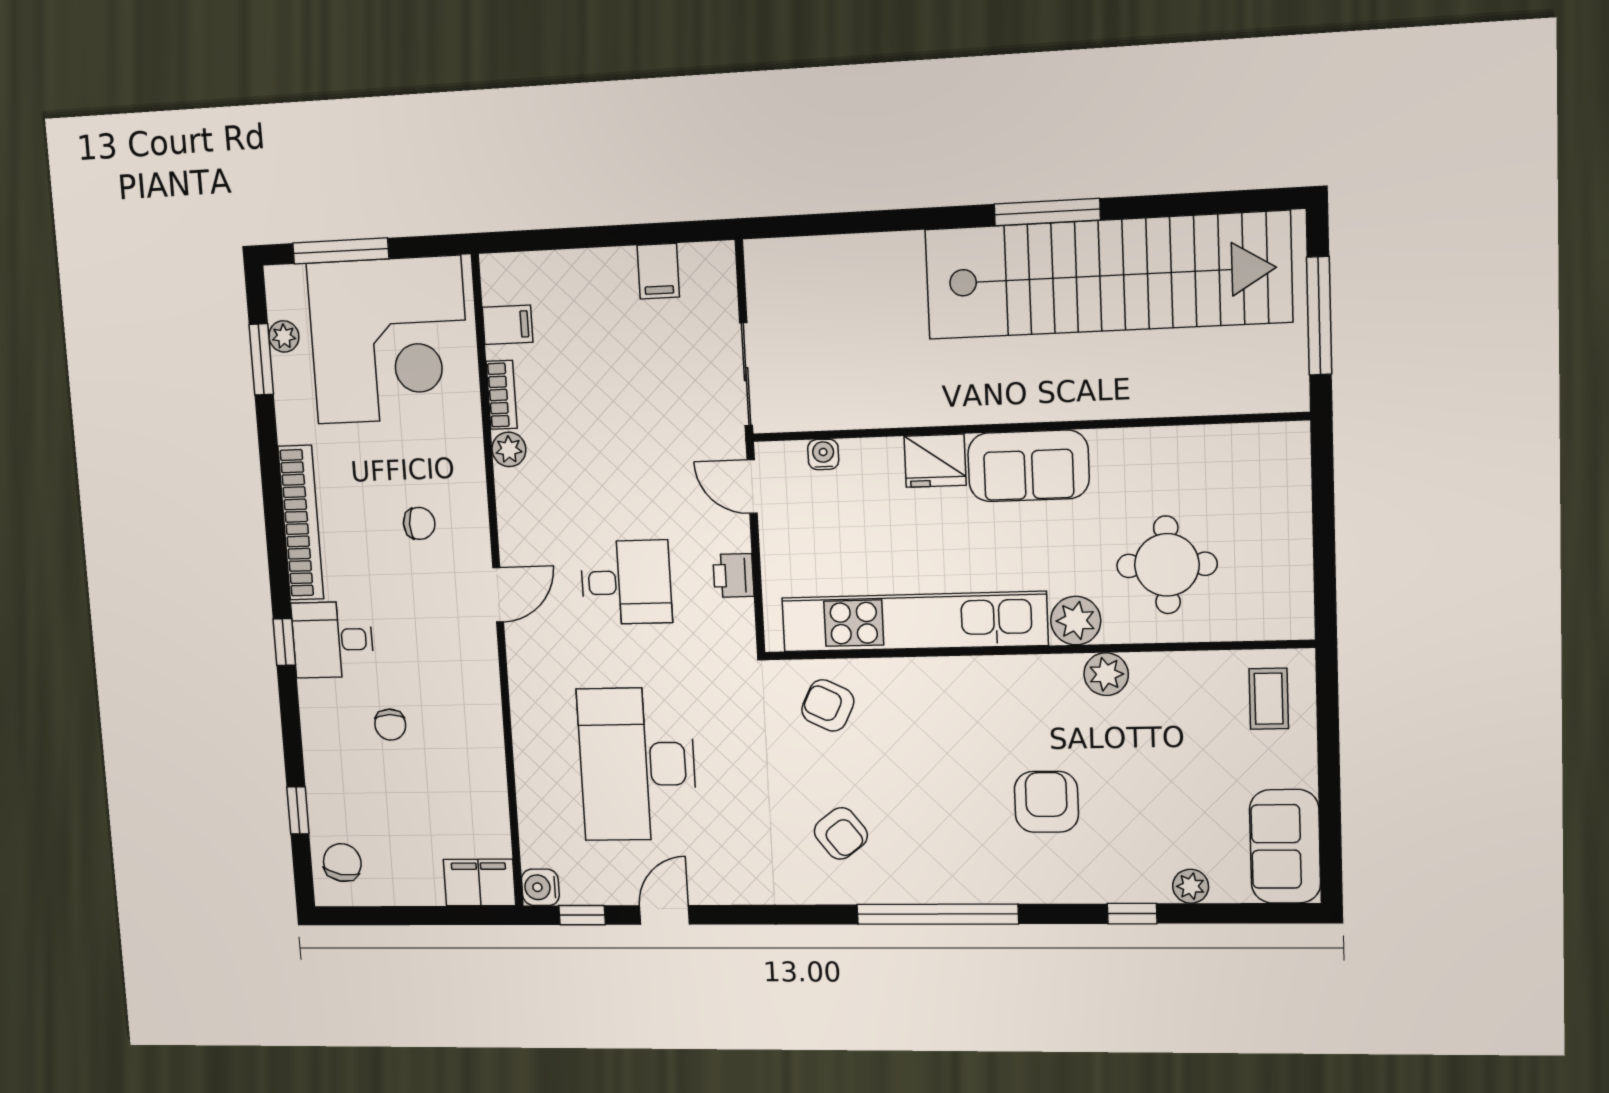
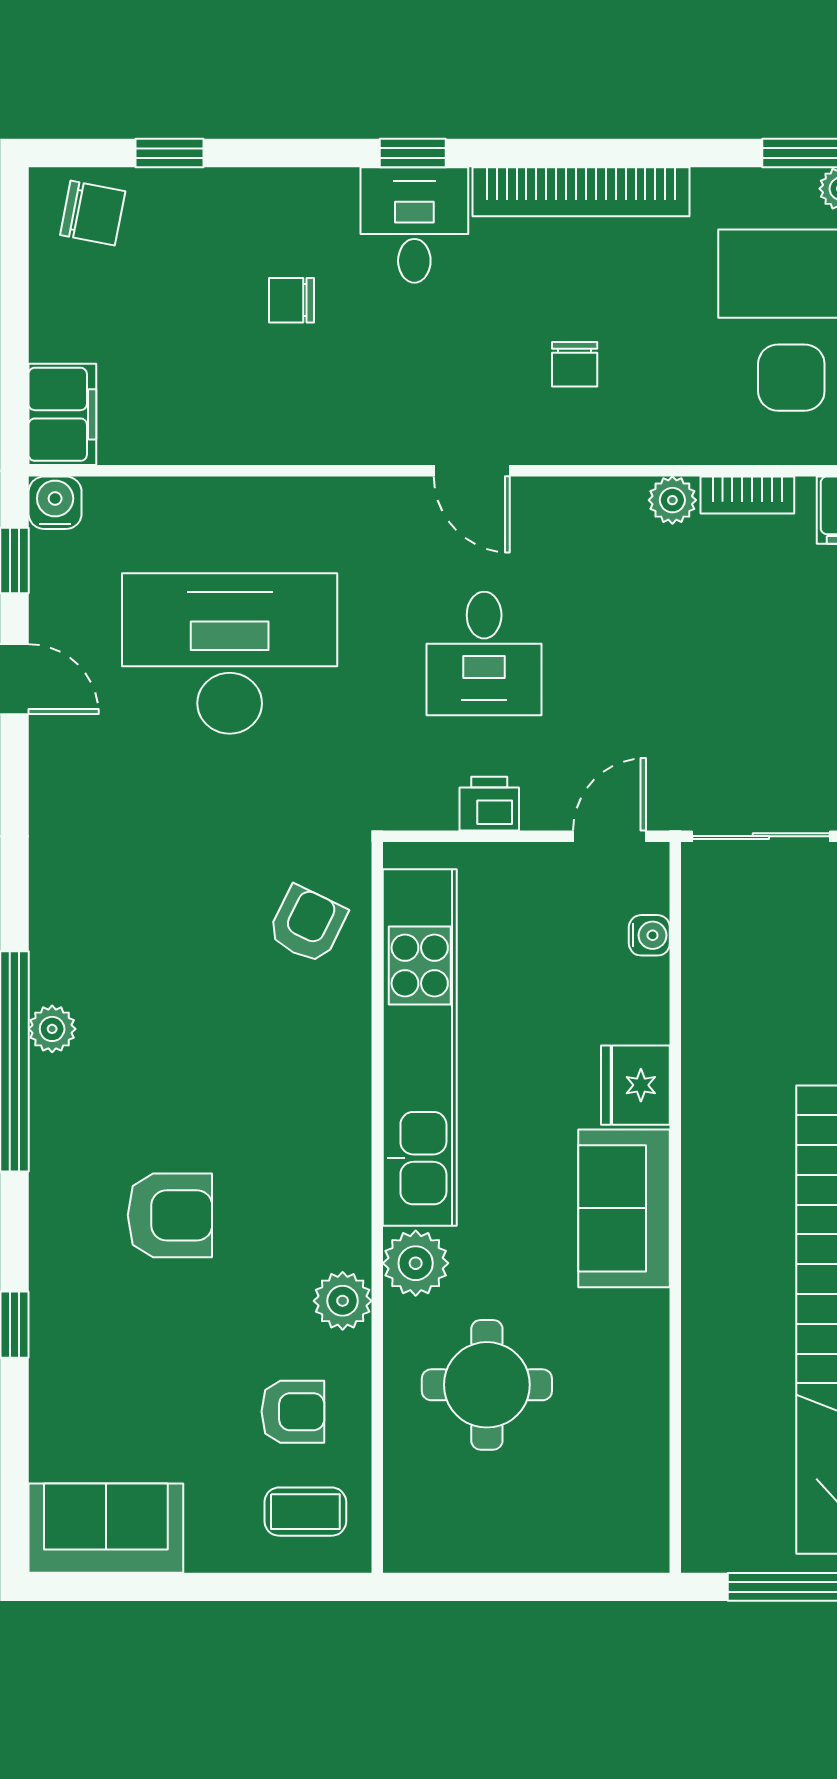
armchair: (841, 833) -> (293, 1412), moved, turned -143
plant: (1191, 886) -> (52, 1029), moved

